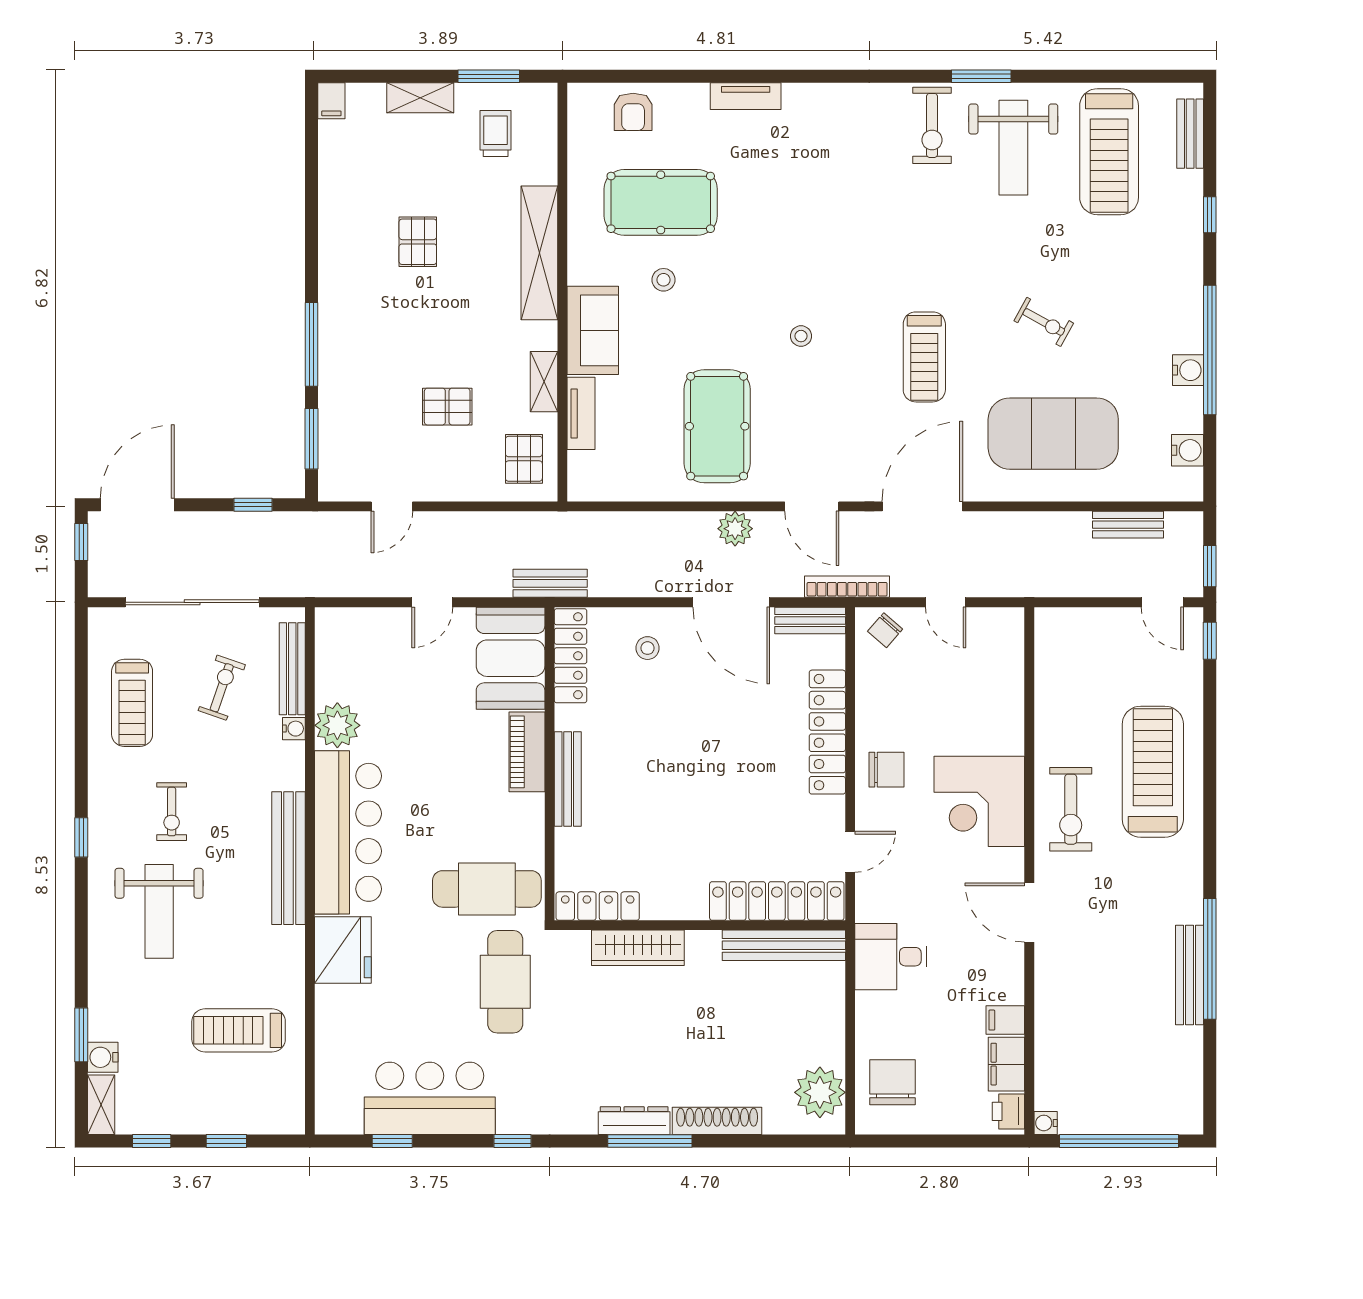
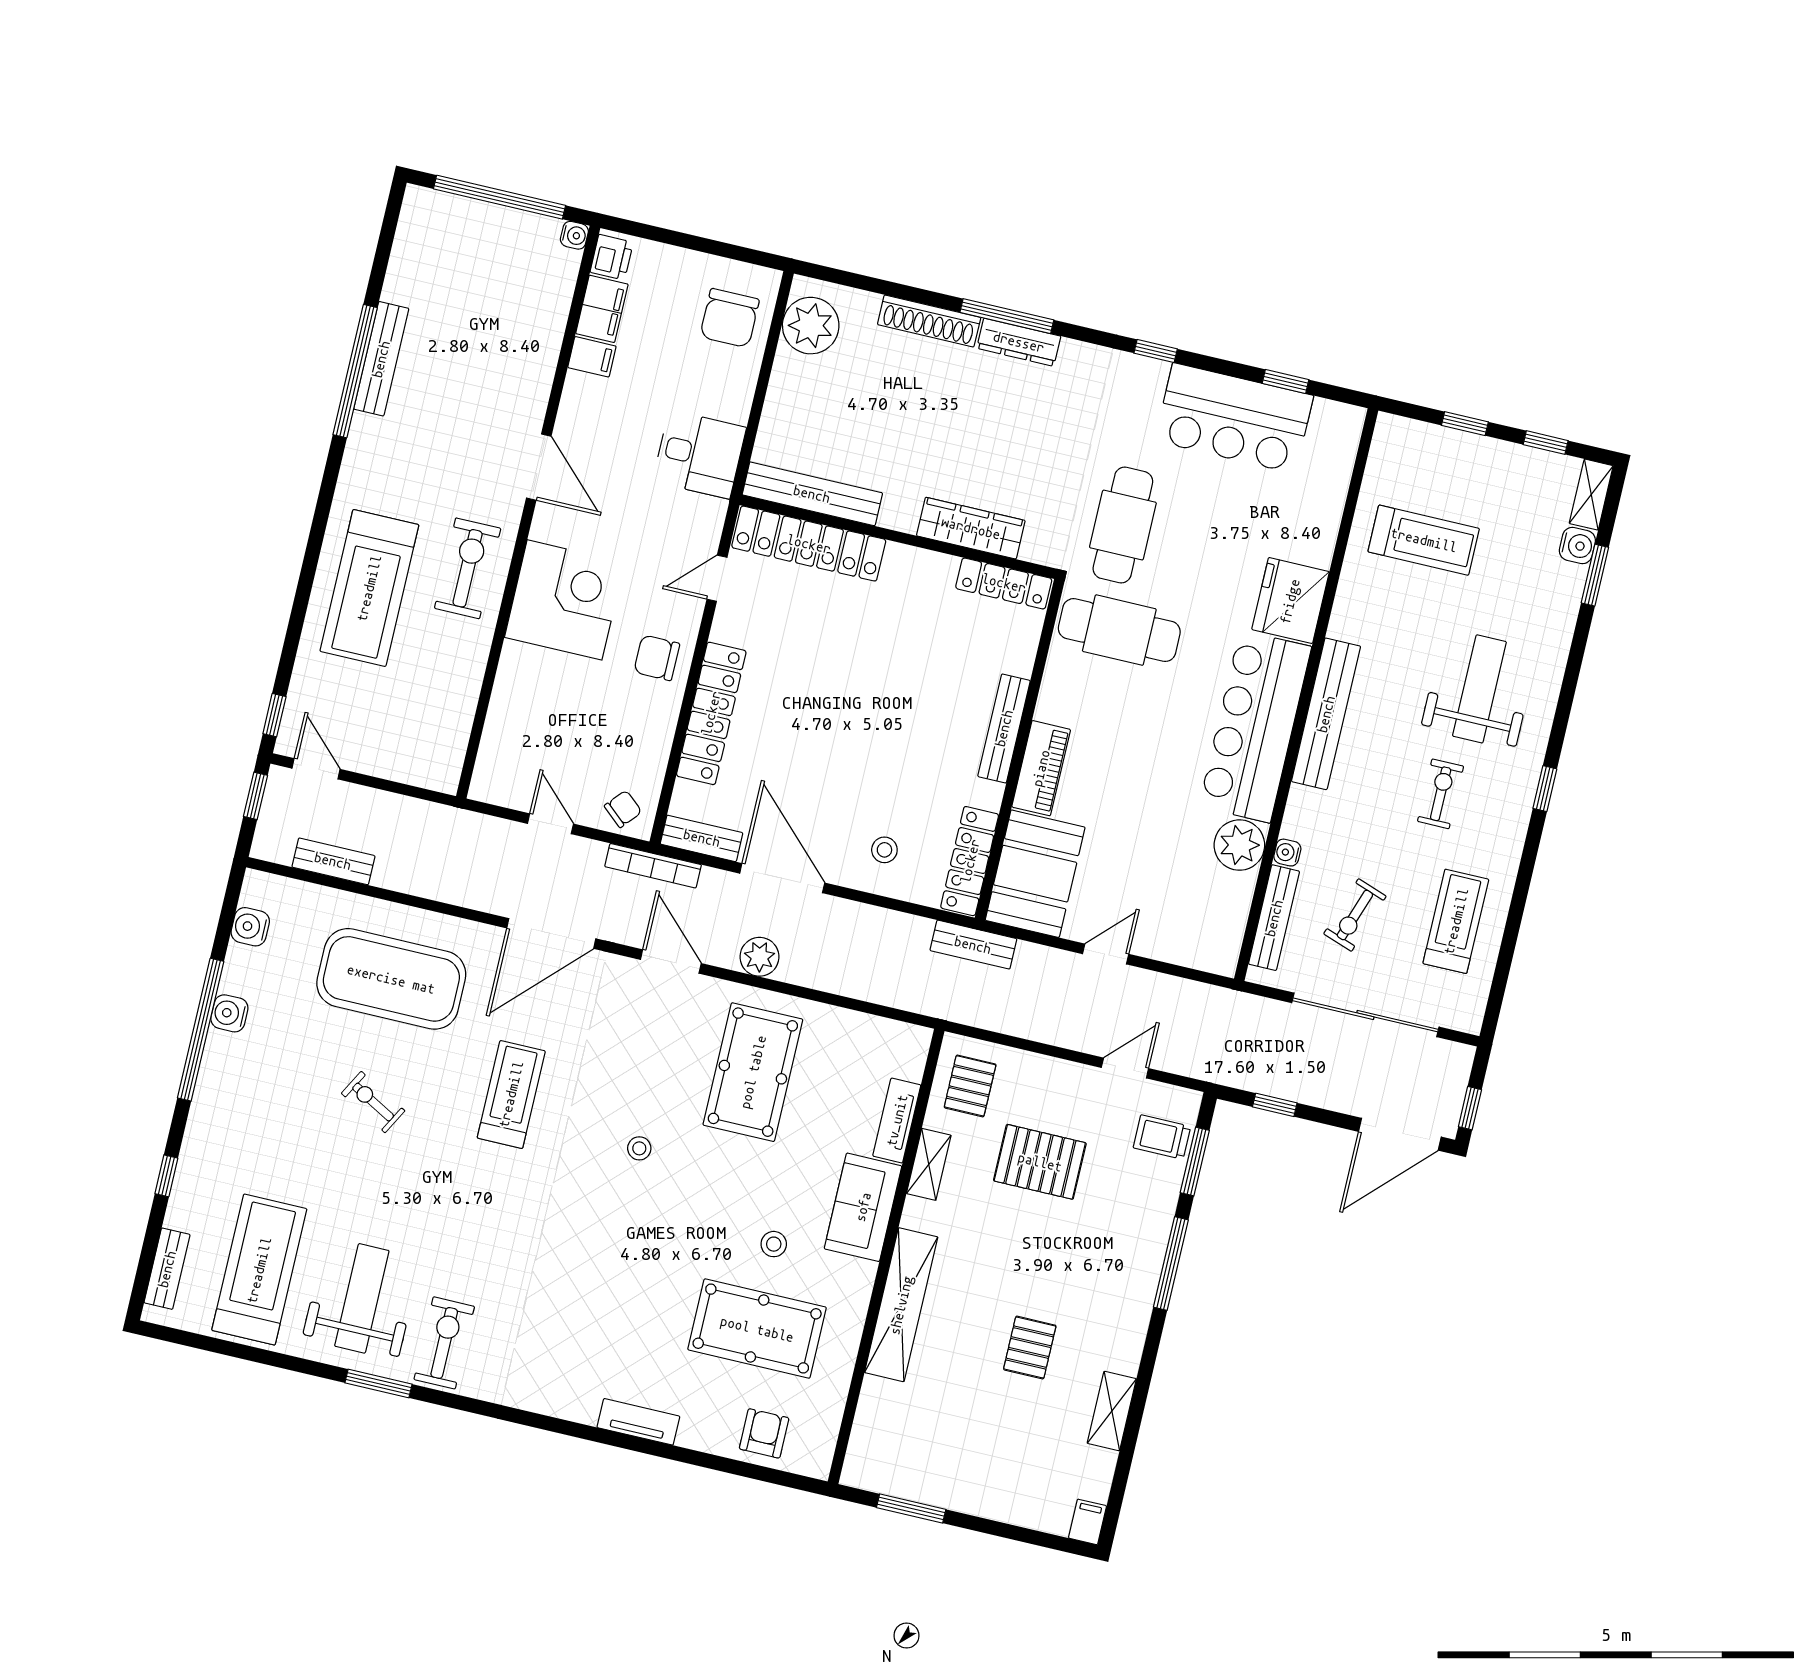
shelving: (420, 98) -> (1112, 1411), moved, turned 90
trolley: (496, 134) -> (1162, 1137), moved, turned 90
pallet: (447, 407) -> (1040, 1162), width x1.50, depth x1.42

